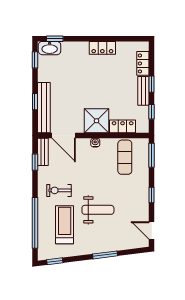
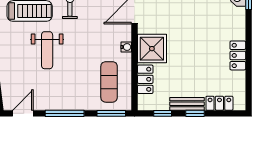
exercise mat: (125, 157) -> (109, 82), turned 90
window: (152, 195) -> (65, 113), width x2.17

